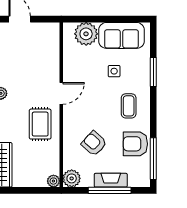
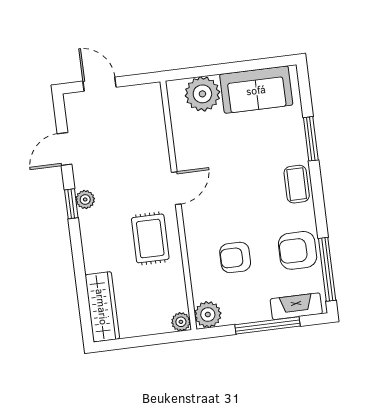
side table: (114, 71) -> (252, 145), removed
coffee table: (129, 106) -> (297, 184), moved
armchair: (94, 143) -> (235, 257), turned -42
fireplace: (111, 180) -> (296, 306), moved

